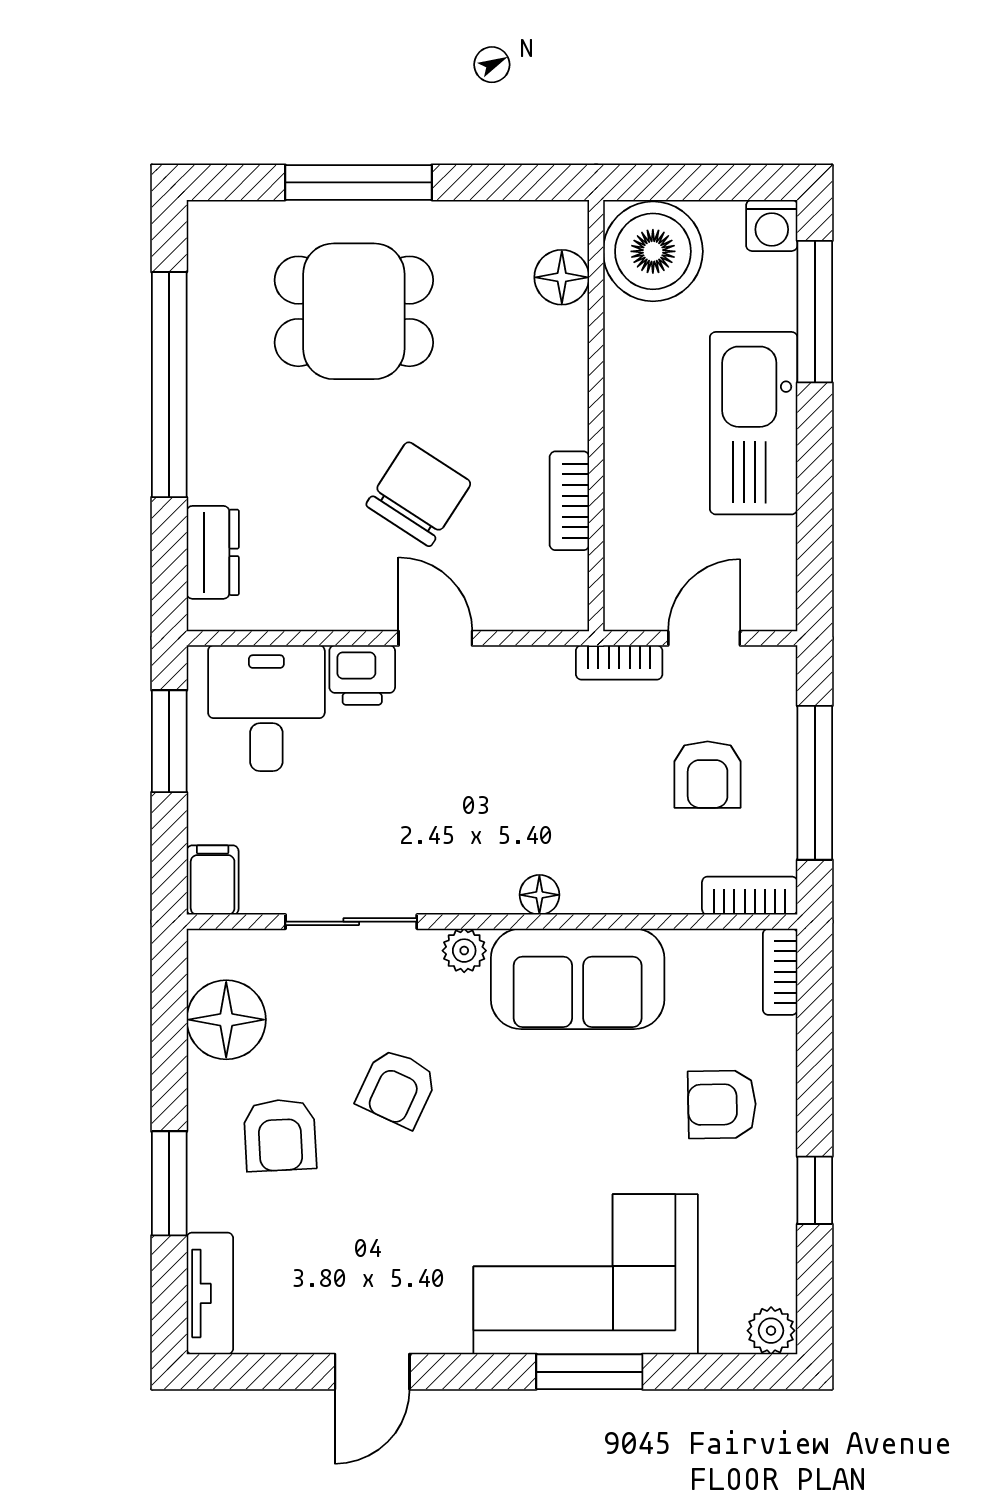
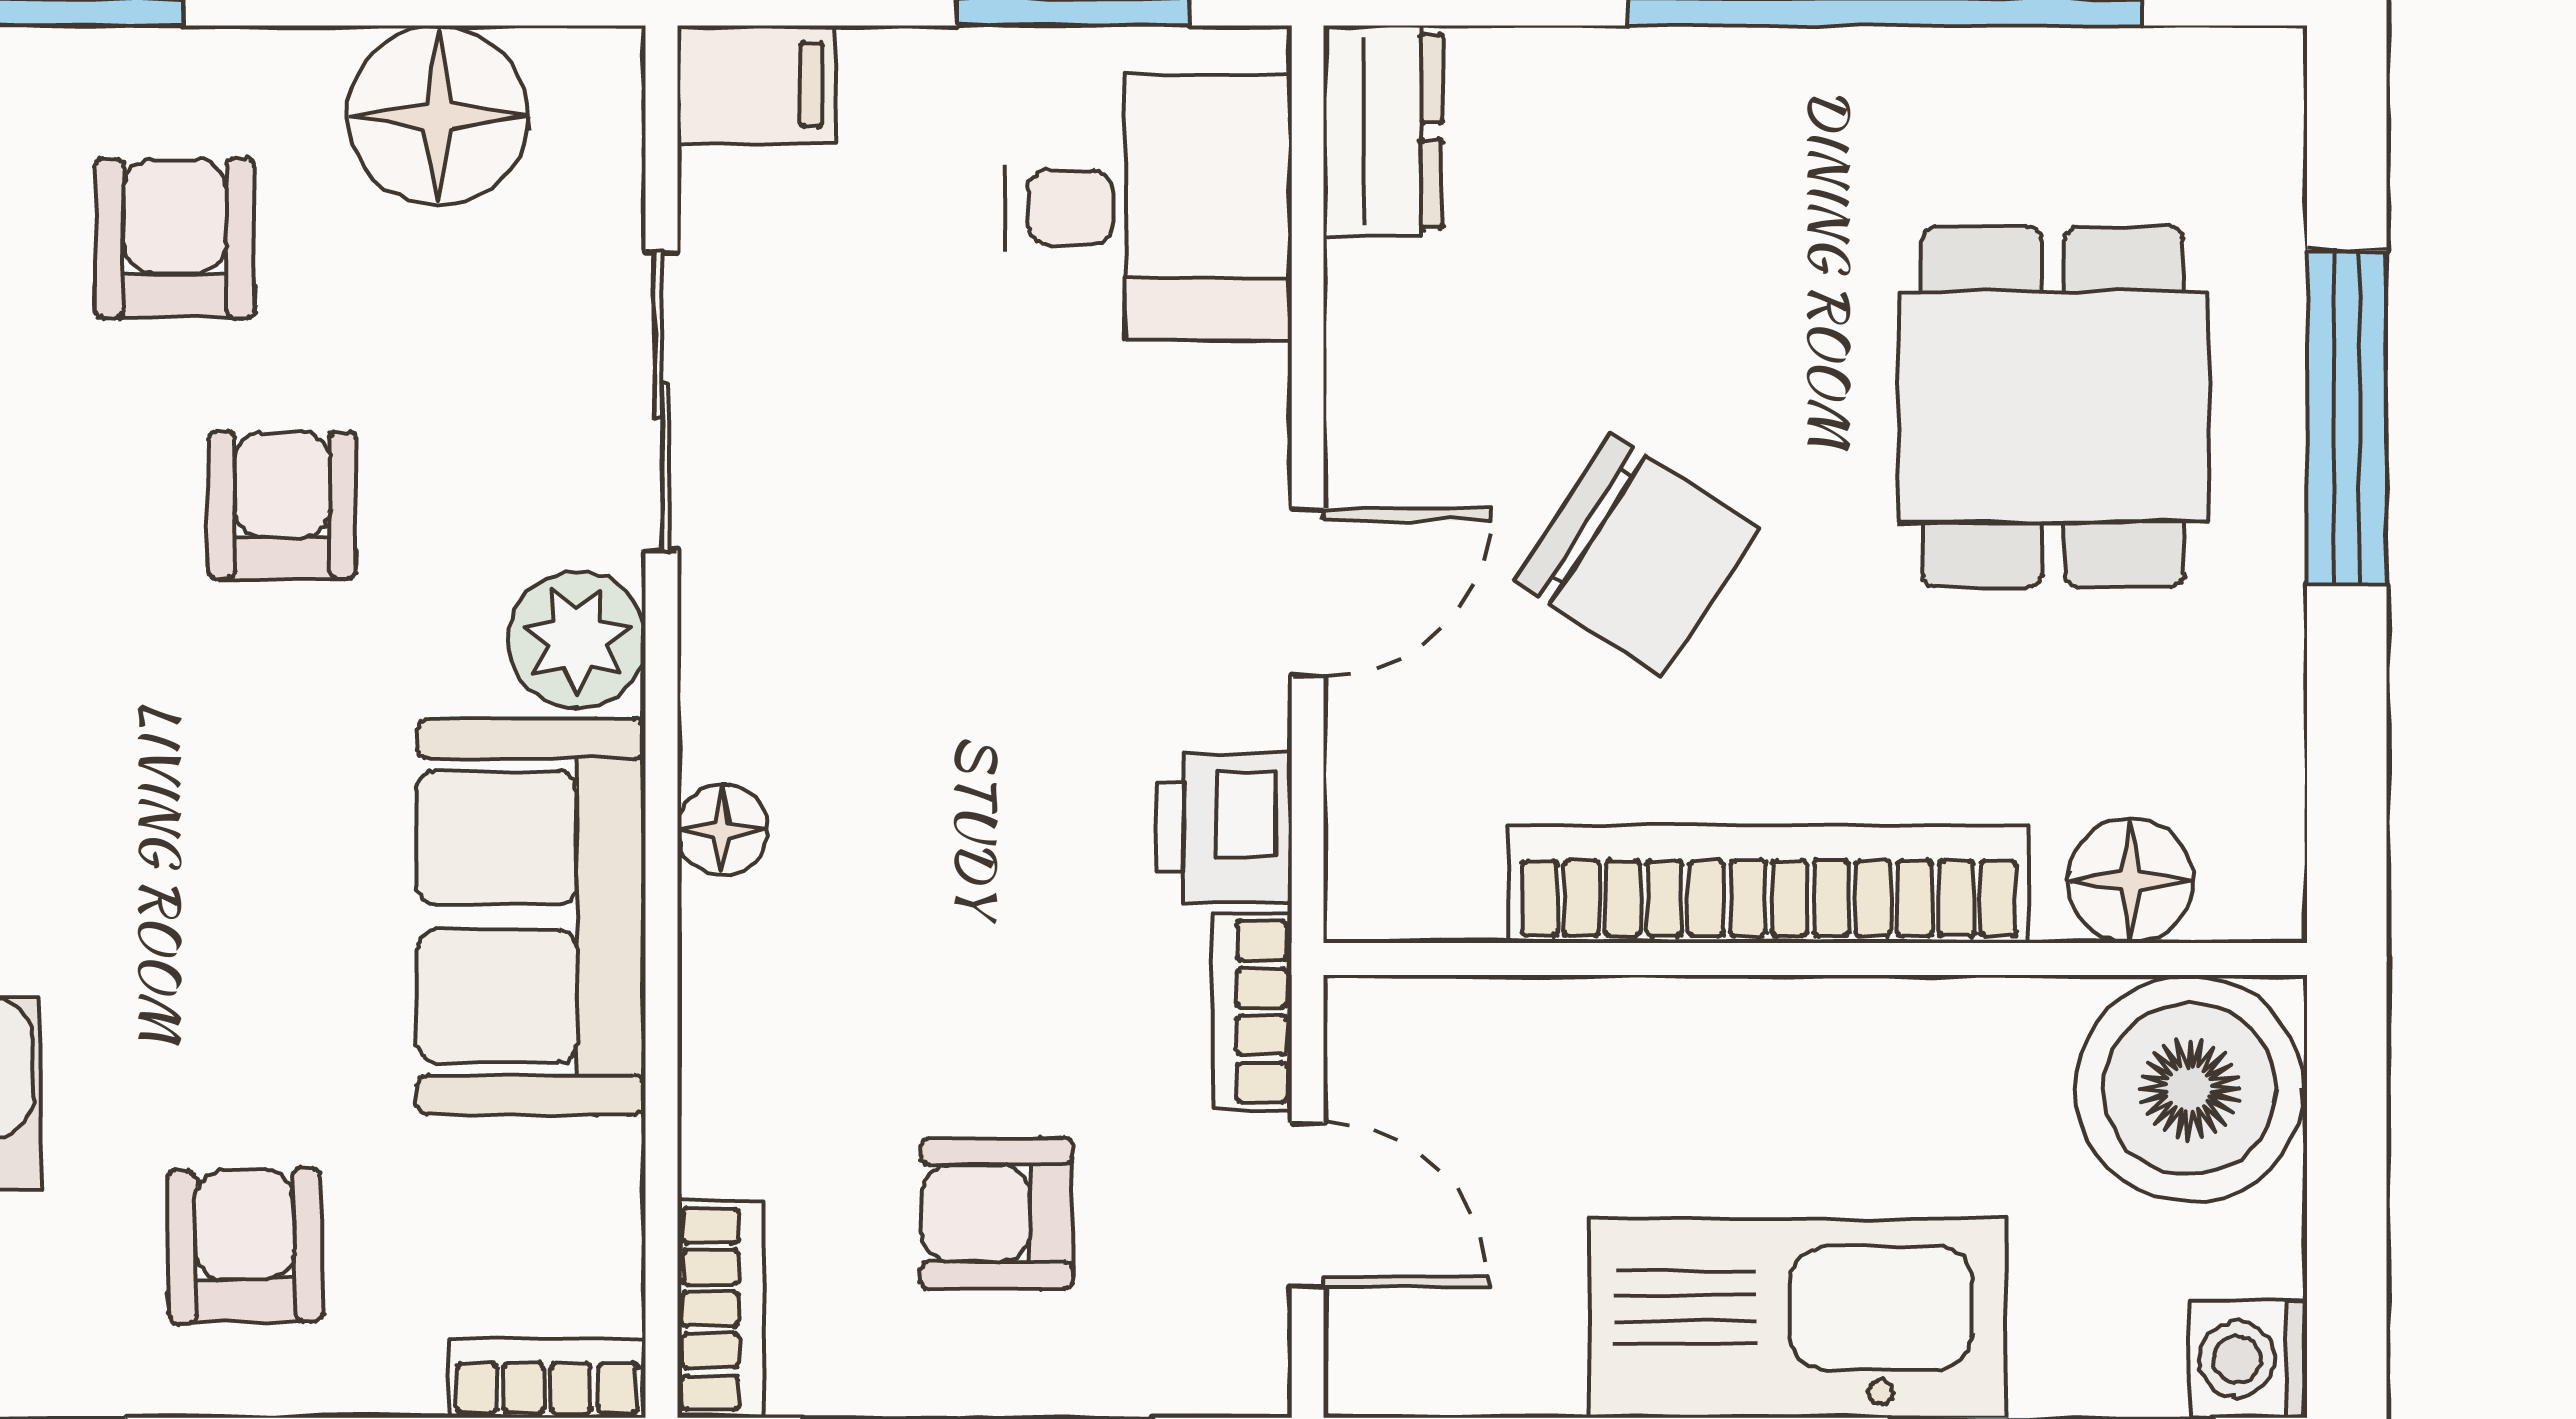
bookcase: (569, 501) -> (1769, 884), width x2.31, depth x1.31
dresser: (213, 552) -> (1383, 131), moved, turned -90
printer: (362, 675) -> (1224, 828), moved
plant: (464, 951) -> (577, 640), width x1.38, depth x1.38
armchair: (397, 1088) -> (282, 505), turned 65
armchair: (280, 1135) -> (175, 238), turned 93

